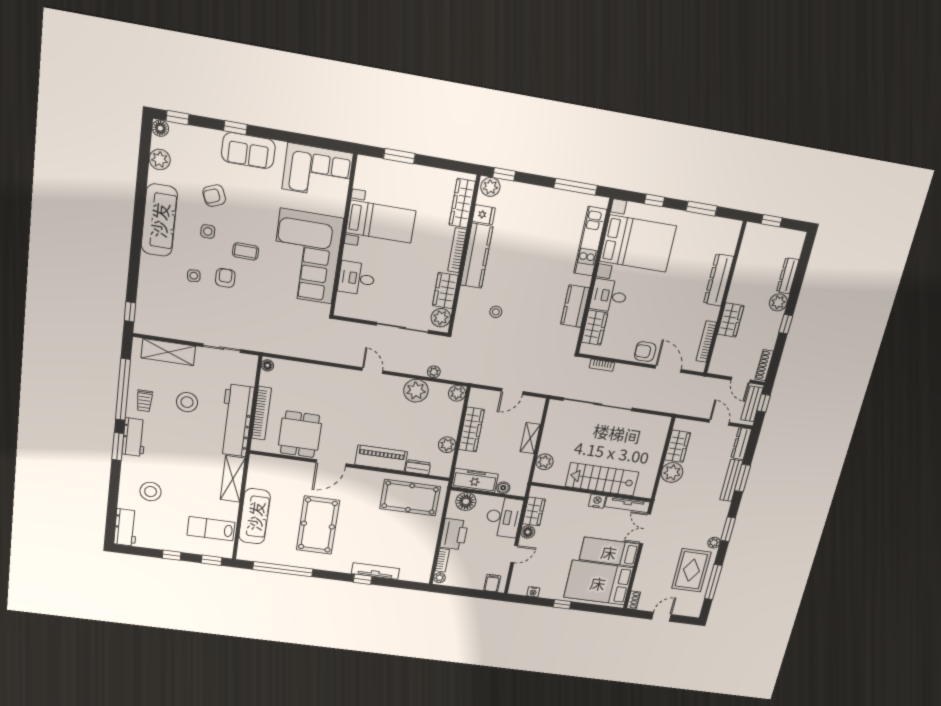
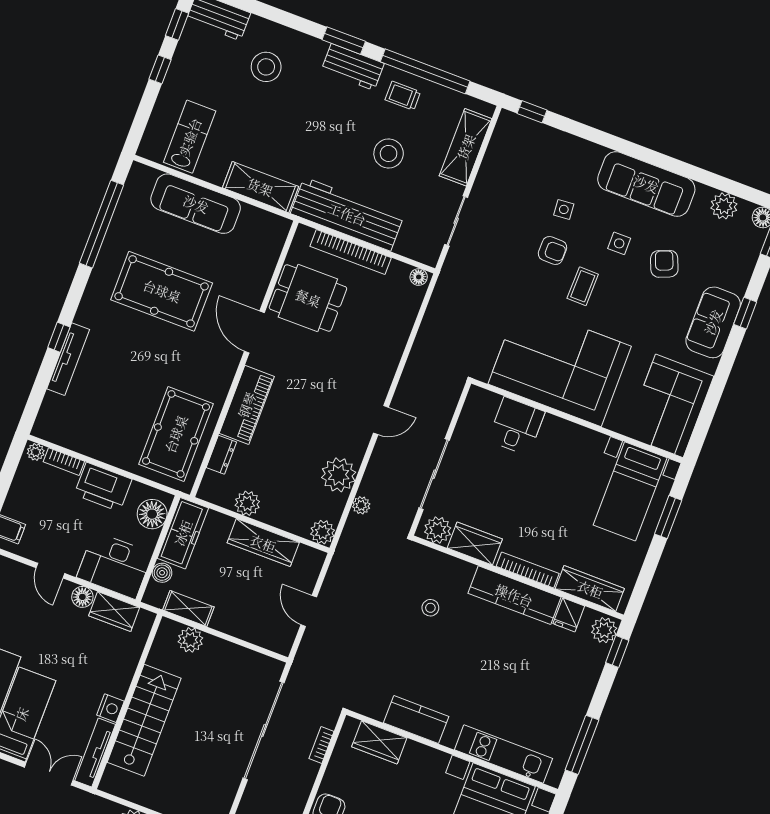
bed with nightstands: (381, 222) -> (630, 491), moved
desk: (609, 296) -> (421, 769), removed
shelving: (530, 438) -> (188, 608), moved
window: (212, 560) -> (177, 24), moved

